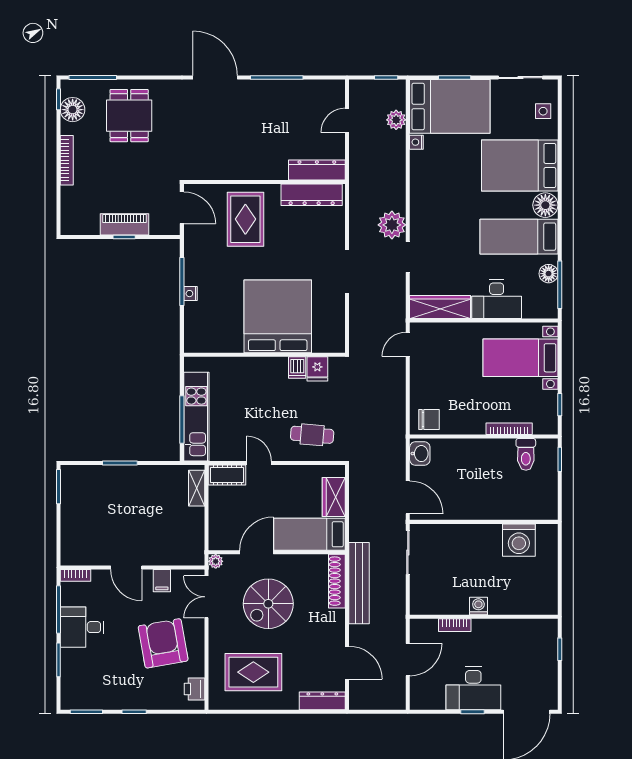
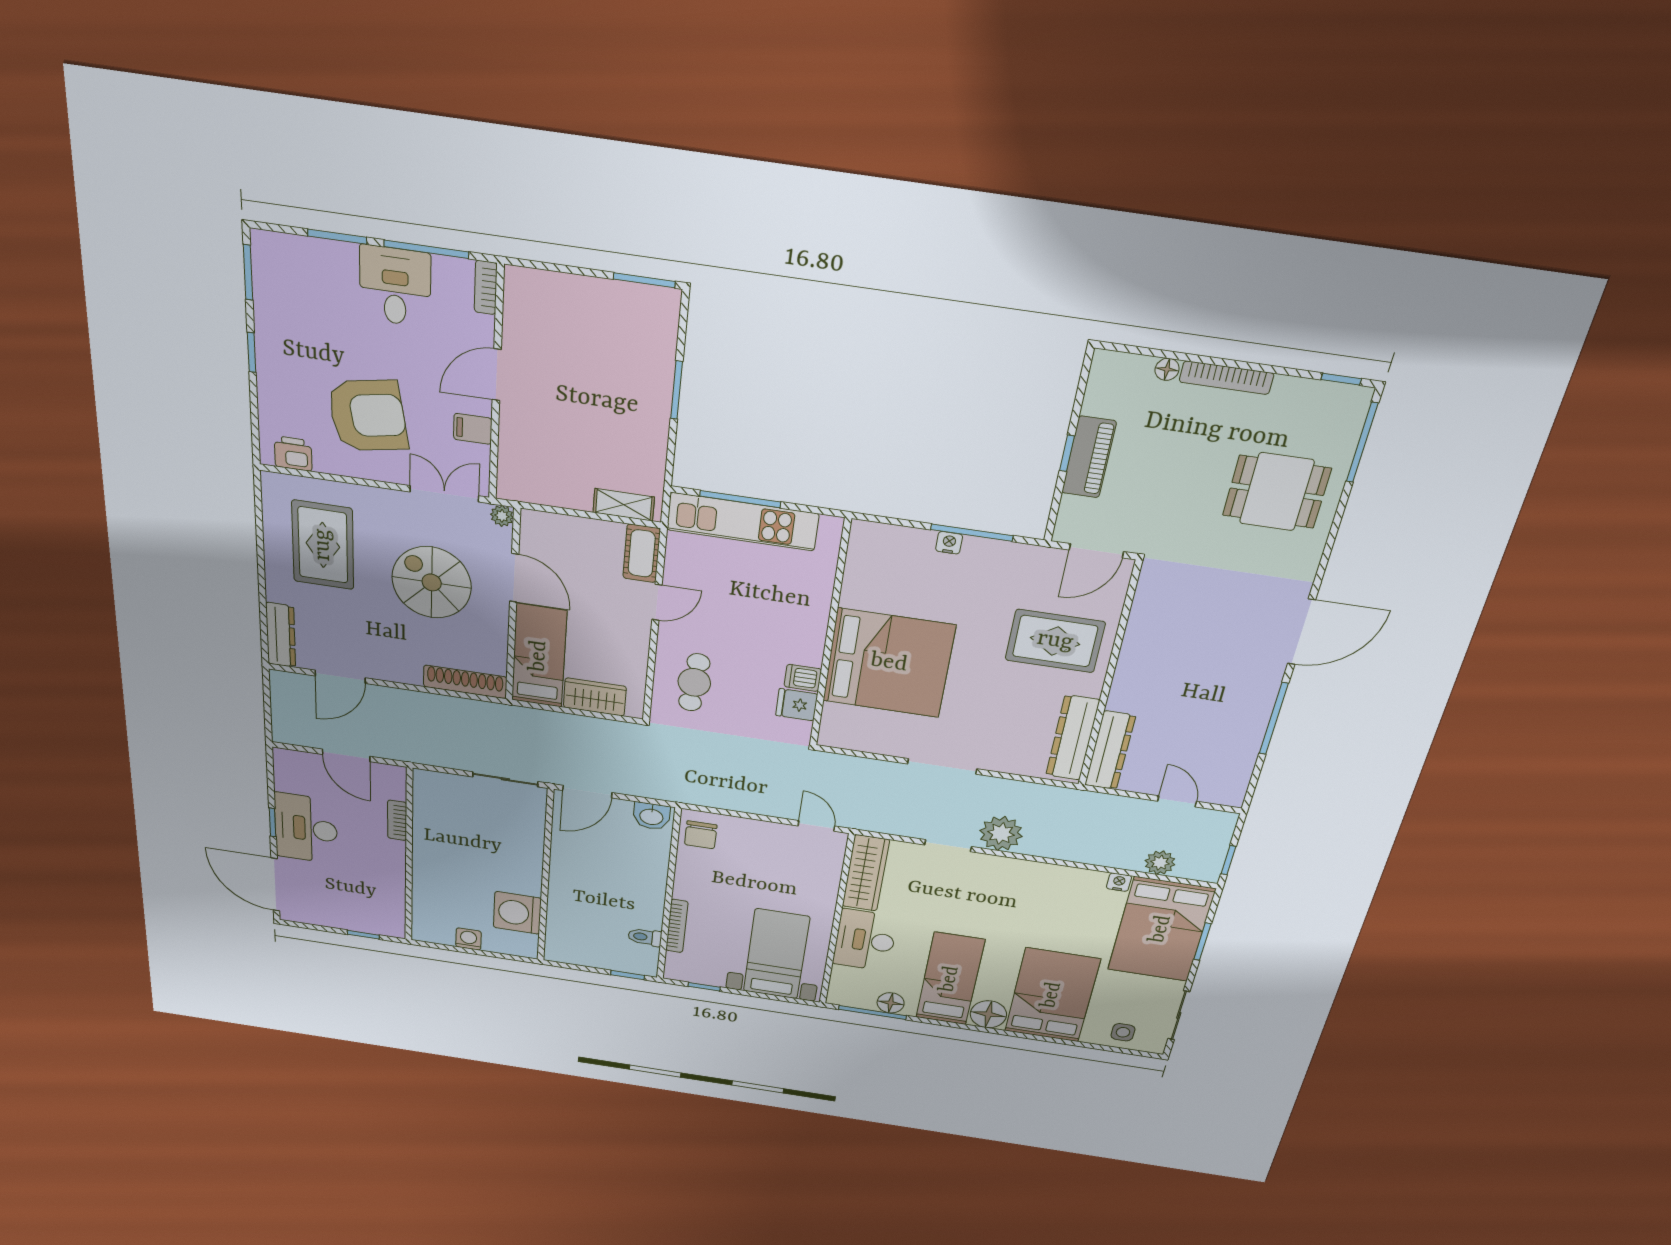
floor lamp: (73, 110) -> (1167, 369), moved, width x0.53, depth x0.53
toilet: (526, 454) -> (645, 937), width x0.73, depth x0.72
bench: (359, 583) -> (461, 711), removed
washing machine: (478, 606) -> (468, 939), moved, turned -90

